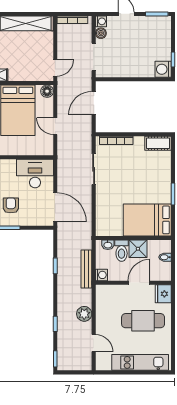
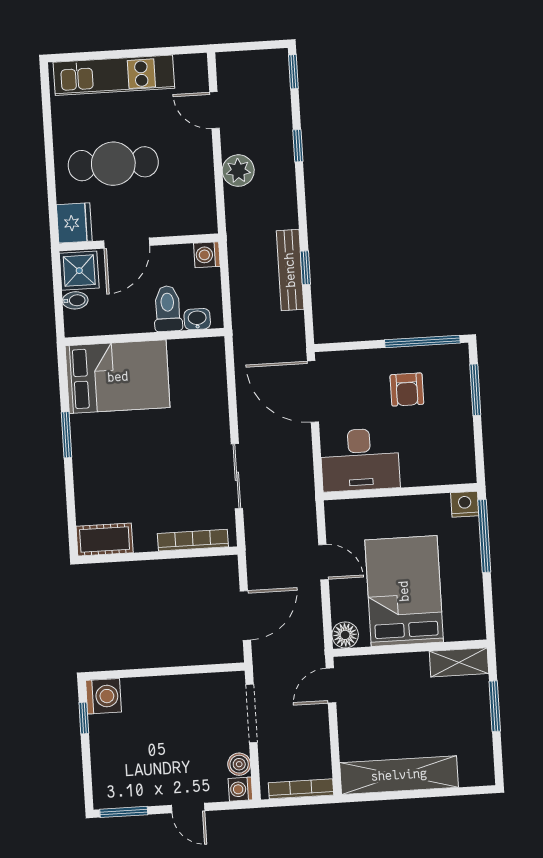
shower: (138, 249) -> (79, 271), moved
bench: (86, 269) -> (290, 270), moved

